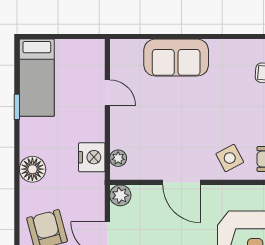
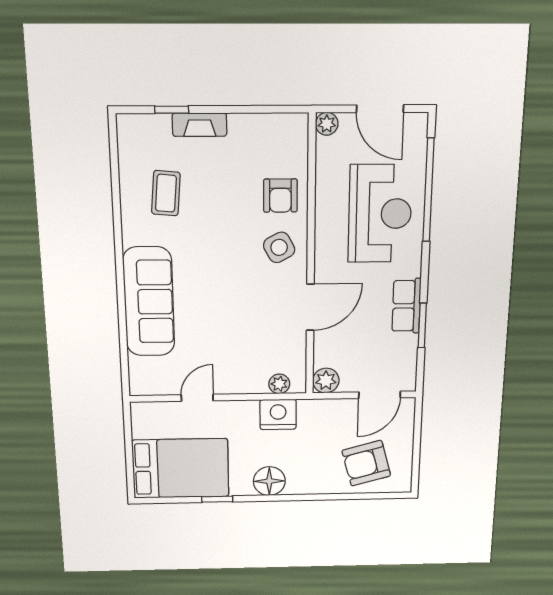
sofa: (176, 58) -> (149, 302), width x1.36
bed: (37, 78) -> (181, 468), width x1.50
floor lamp: (32, 169) -> (269, 481), moved

